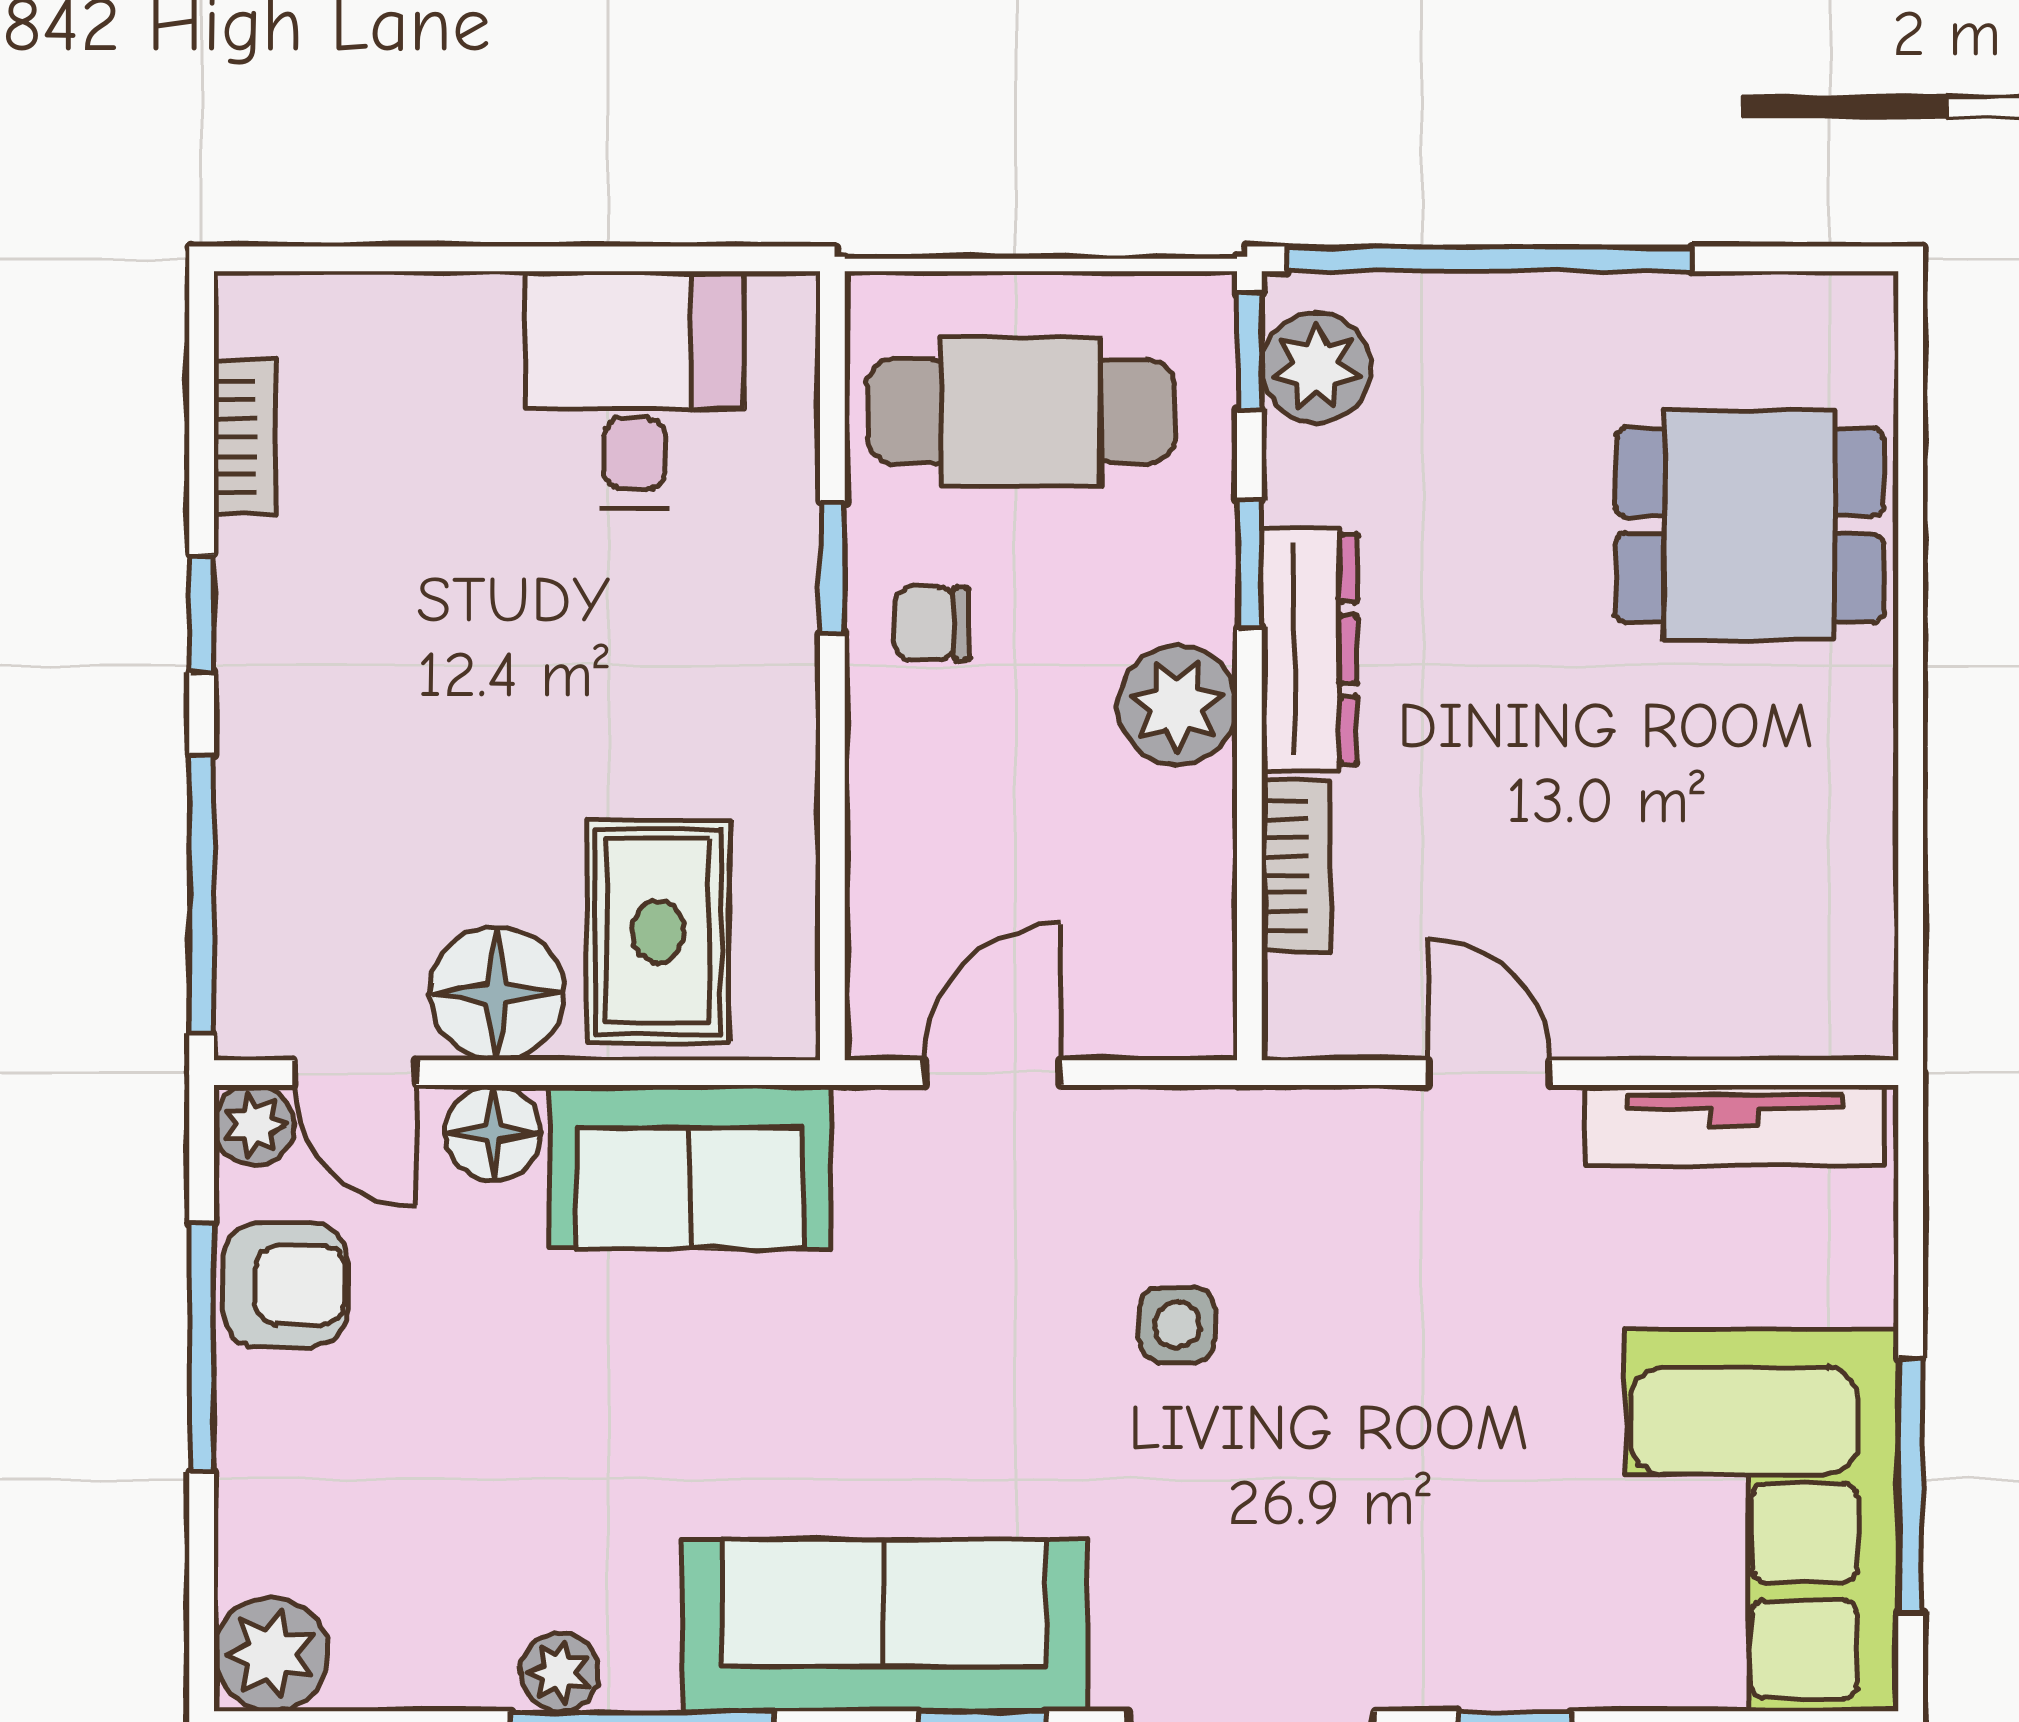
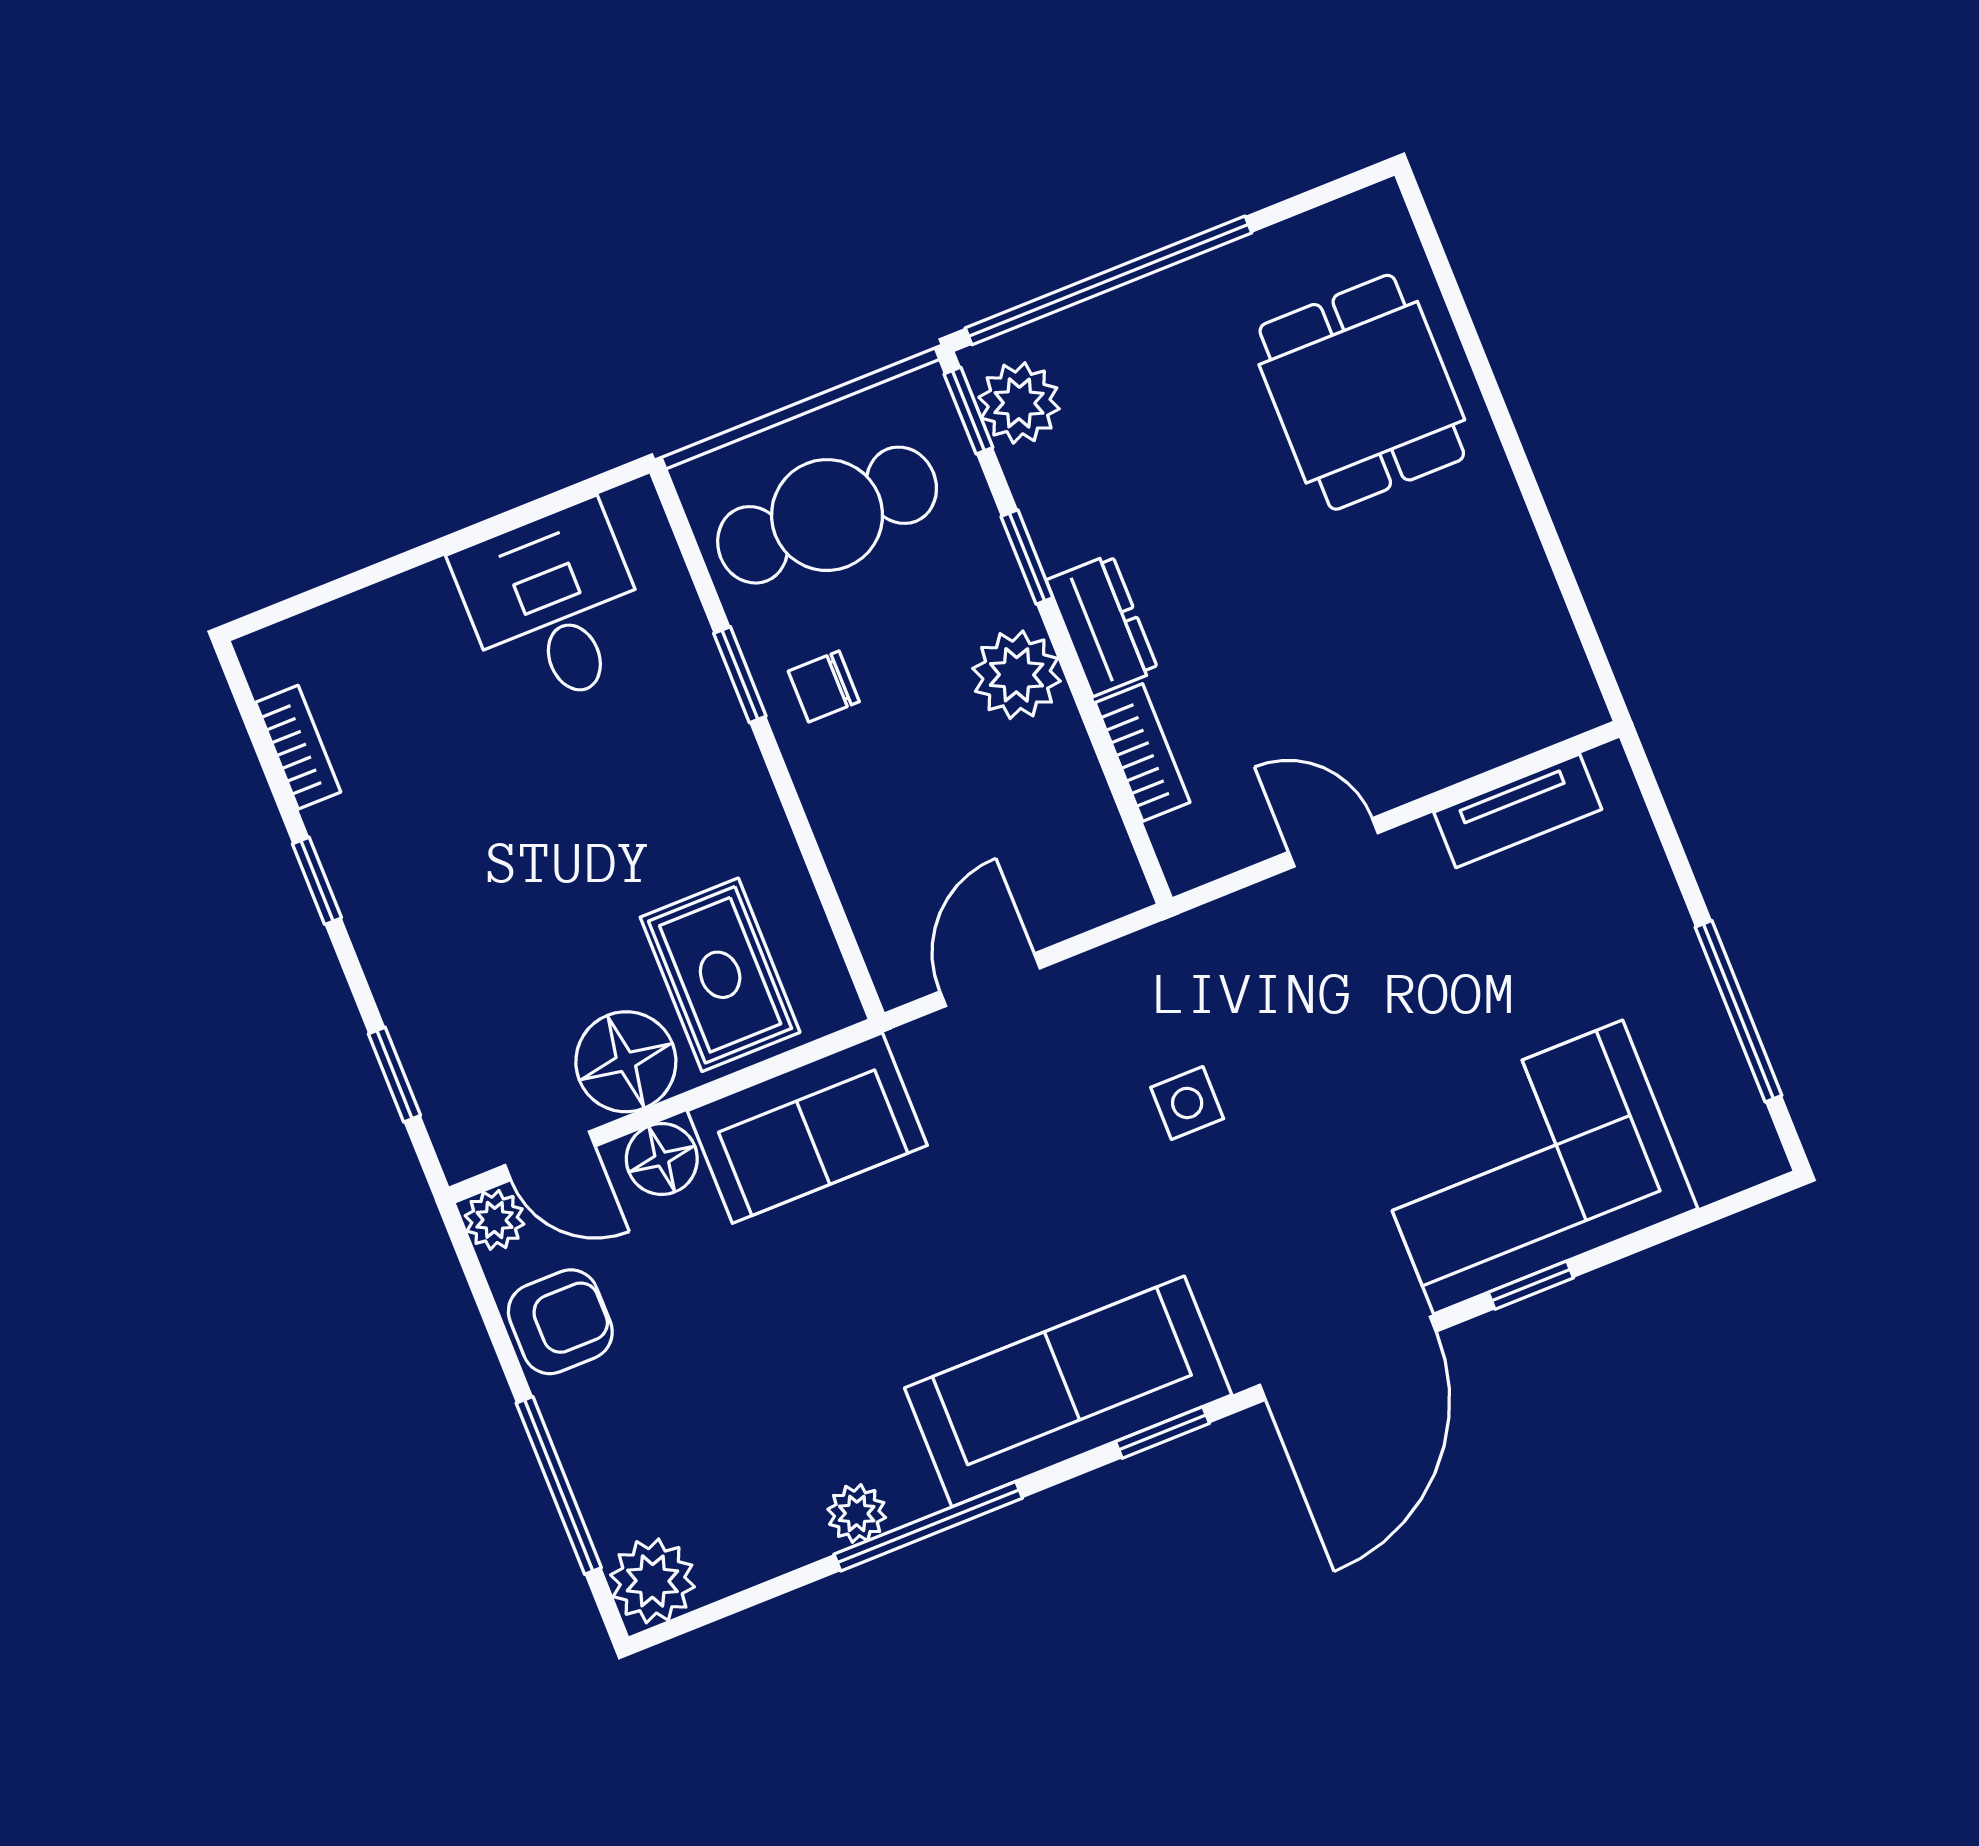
dining table: (1749, 525) -> (1362, 392), turned 90
dresser: (1309, 649) -> (1102, 625), width x0.70
window: (202, 894) -> (394, 1075), width x0.46
tv unit: (1735, 1125) -> (1518, 811), width x0.71
window: (202, 1347) -> (559, 1485), moved
corner sofa: (1762, 1520) -> (1528, 1167), moved, turned 90

